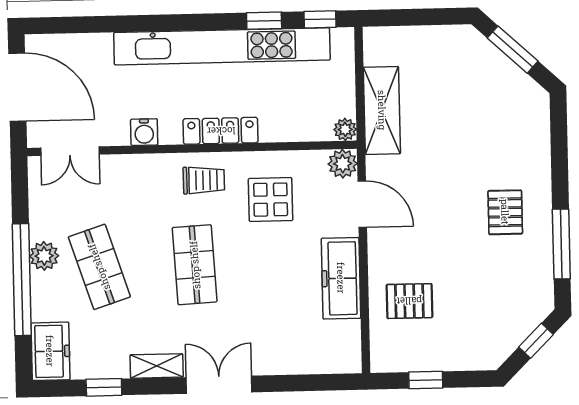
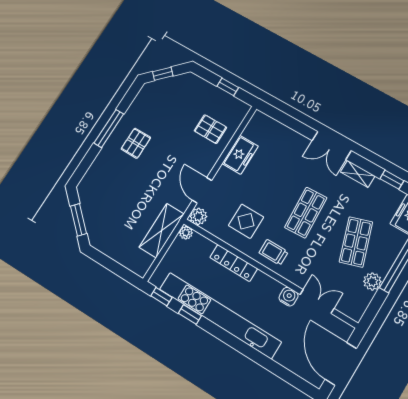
locker: (221, 131) -> (234, 263), moved
double door: (70, 151) -> (317, 301), moved
window: (561, 244) -> (109, 129), moved
plant: (44, 256) -> (372, 282), moved
freezer: (341, 278) -> (240, 155), width x0.71

